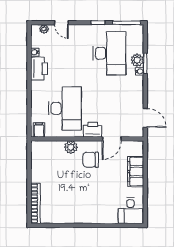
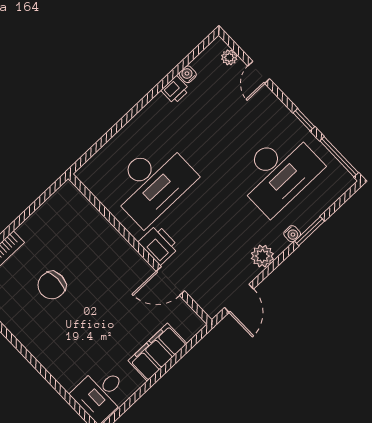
plant: (137, 60) -> (262, 256), moved
printer: (39, 69) -> (175, 90), width x0.53, depth x0.68
filing cabinet: (39, 130) -> (92, 176), removed
plant: (71, 147) -> (109, 238), removed
chair: (91, 160) -> (52, 285), moved, turned -90

